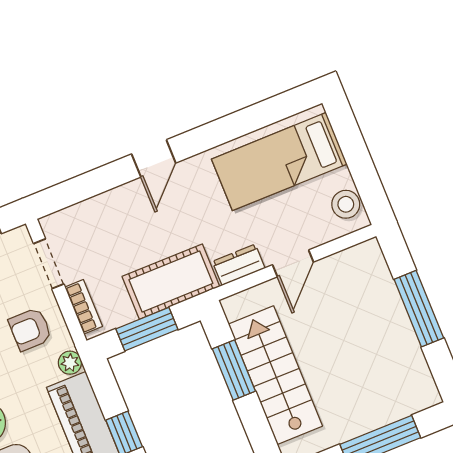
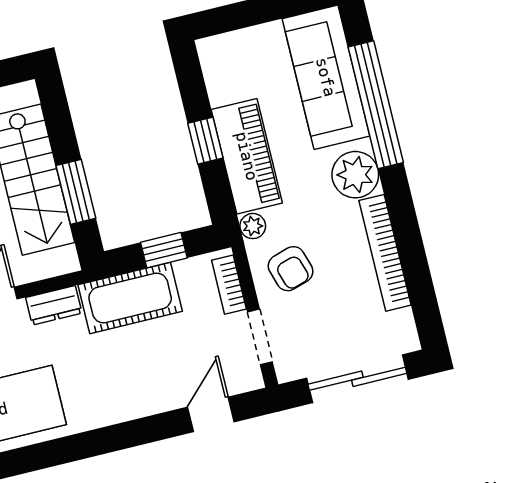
door: (154, 158) -> (211, 414), moved
armchair: (30, 329) -> (291, 269), turned 73
window: (147, 329) -> (164, 250), width x0.67

